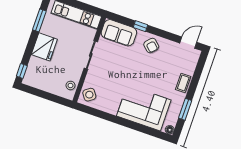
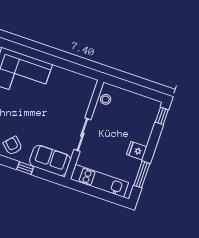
fridge: (44, 47) -> (137, 151), width x0.53, depth x0.75
side table: (89, 95) -> (84, 89), removed

